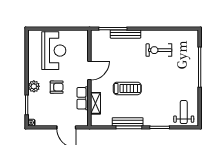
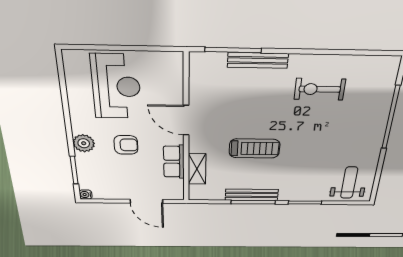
door: (89, 71) -> (186, 120), swing flipped

